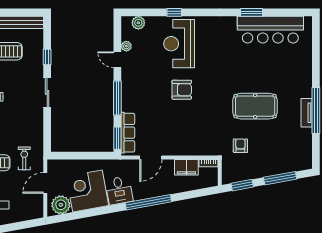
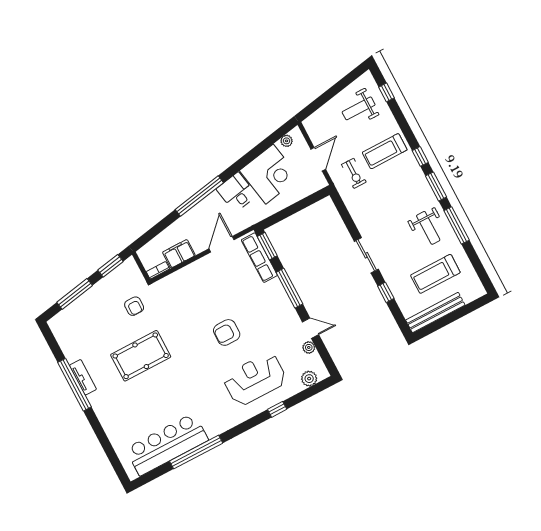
window: (252, 12) -> (196, 452), width x2.11
reception desk: (179, 44) -> (255, 379), turned -90
plant: (61, 205) -> (287, 141), width x0.53, depth x0.53

